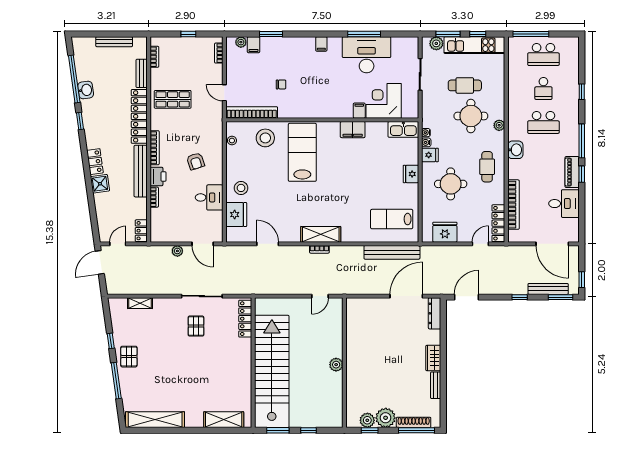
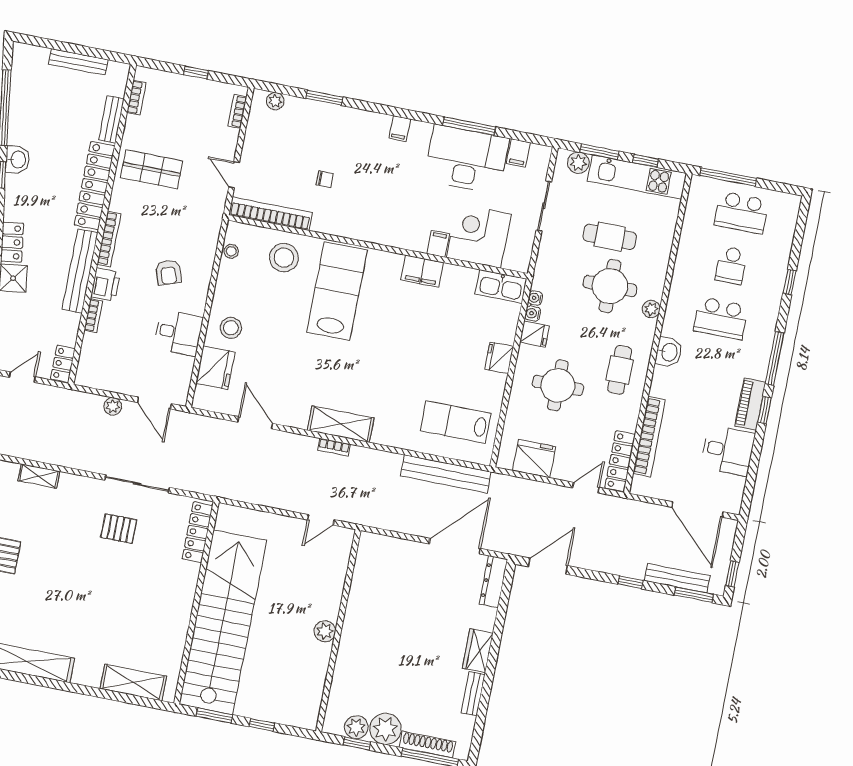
filing cabinet: (254, 45) -> (518, 153), moved
washbasin: (86, 90) -> (18, 160), moved
pallet: (196, 326) -> (119, 529), turned 90

